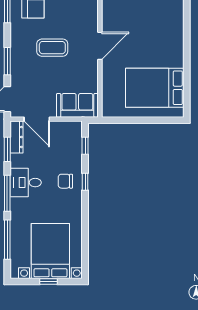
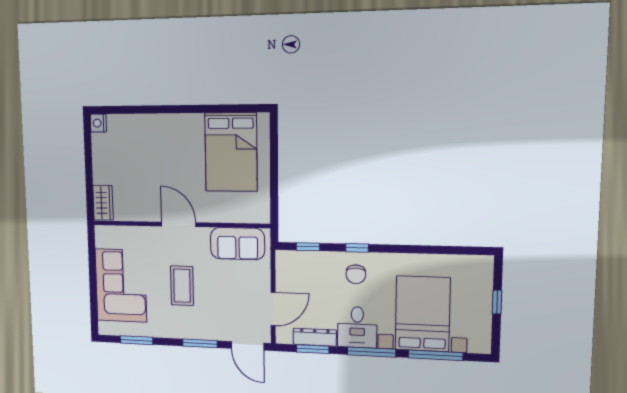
sofa: (77, 105) -> (237, 244), moved, turned -90
dresser: (16, 137) -> (315, 337), moved
bed with nightstands: (50, 251) -> (423, 314), moved, turned 90

